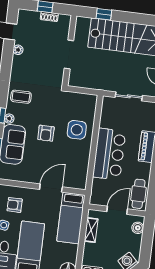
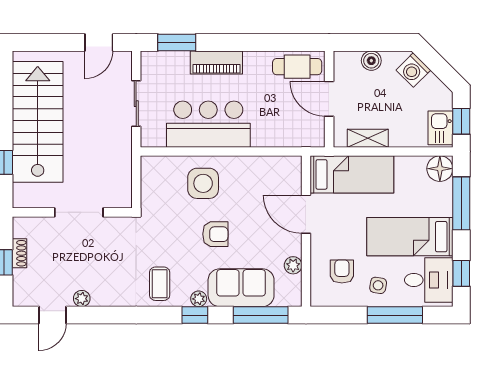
bar counter: (109, 154) -> (208, 124), moved
plant: (22, 177) -> (293, 265), added
armchair: (15, 205) -> (342, 271), turned 180
boiler: (138, 228) -> (371, 61), moved

